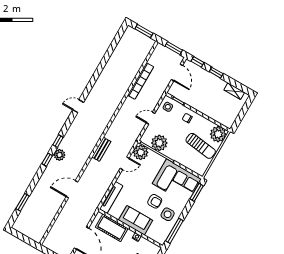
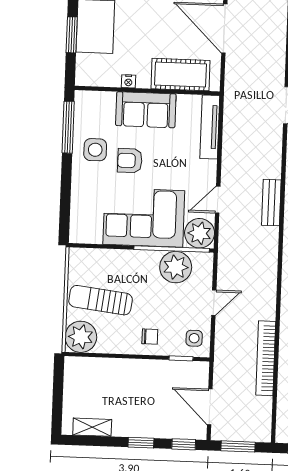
corner sofa: (177, 181) -> (144, 217), moved
window: (197, 192) -> (65, 215), removed

